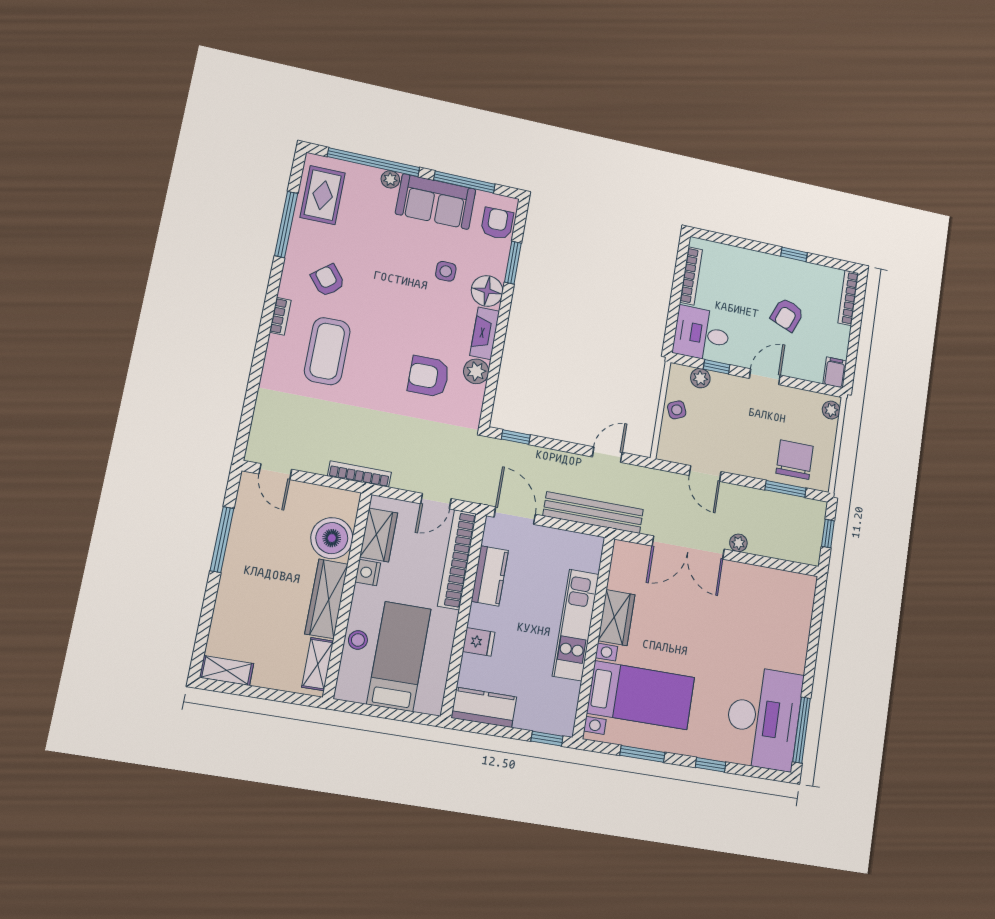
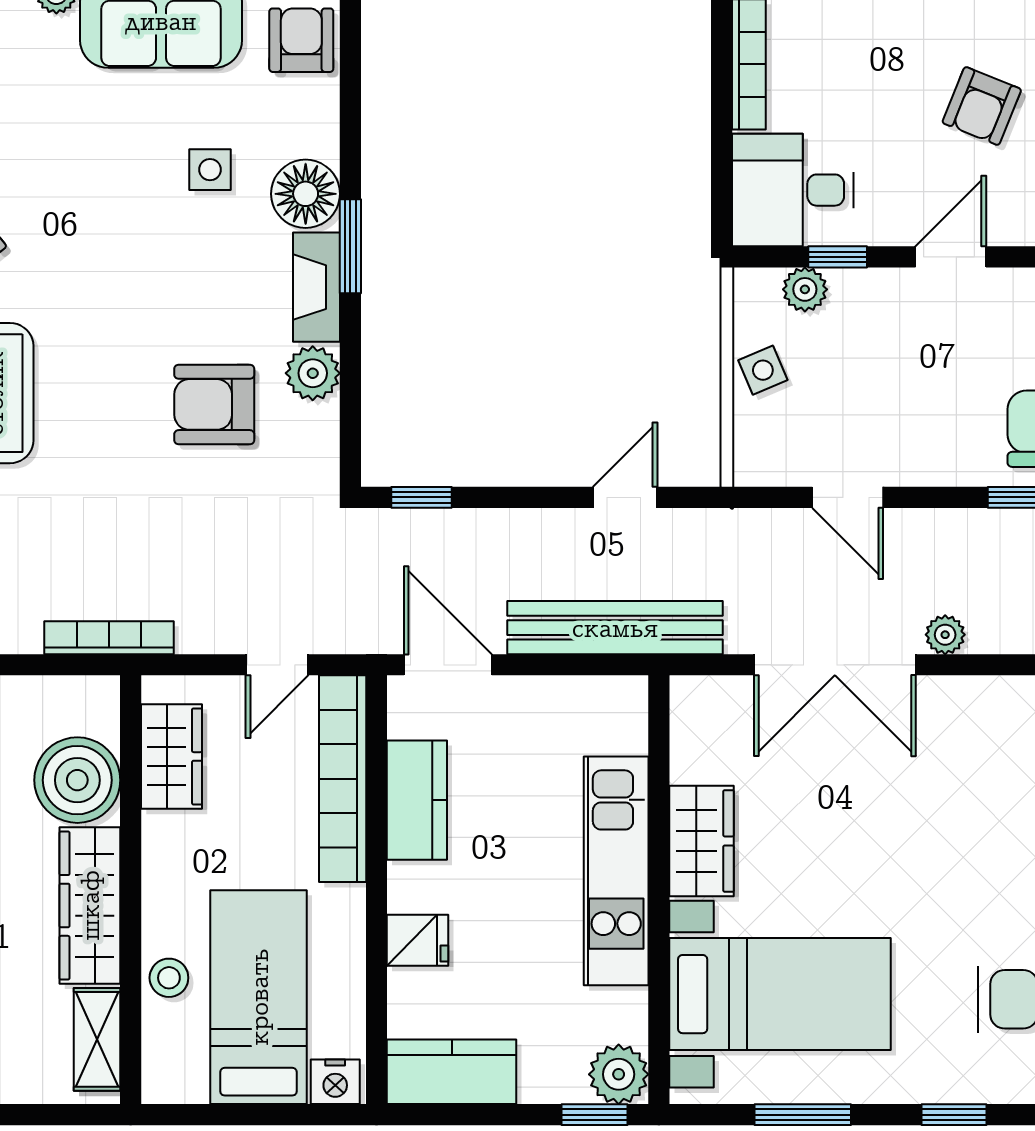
window: (513, 263) -> (350, 246), moved
nightstand: (368, 572) -> (335, 1082), moved, turned -90
plant: (561, 721) -> (619, 1074), added

